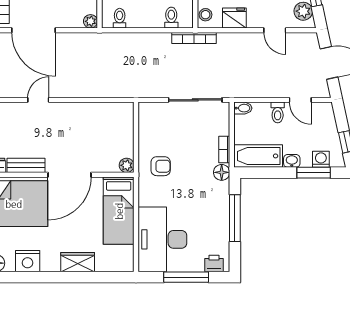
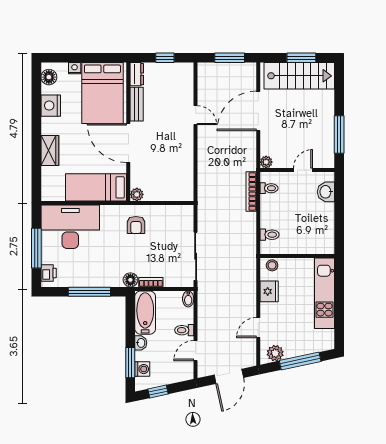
bookcase: (194, 38) -> (251, 191), moved

